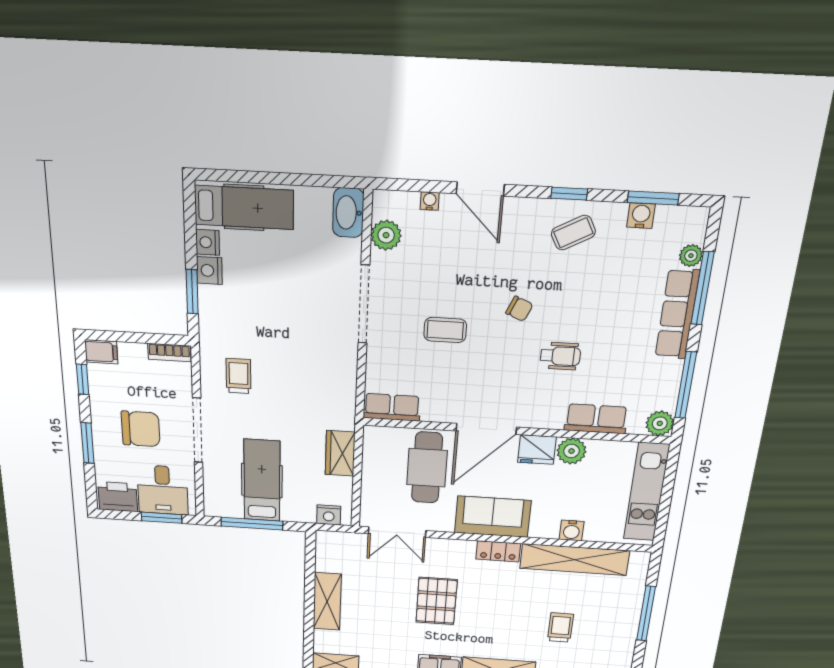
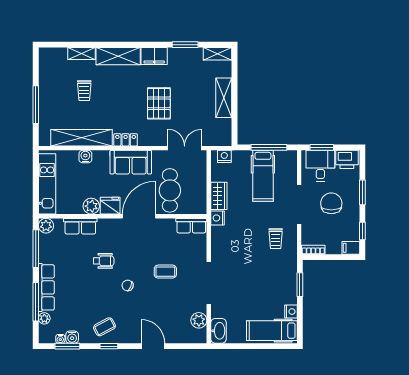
water cooler: (430, 201) -> (60, 339), moved
nightstand: (209, 271) -> (217, 218), moved, turned 180
wheelchair: (560, 356) -> (104, 261), turned 180
chair: (141, 429) -> (331, 203), turned 90

